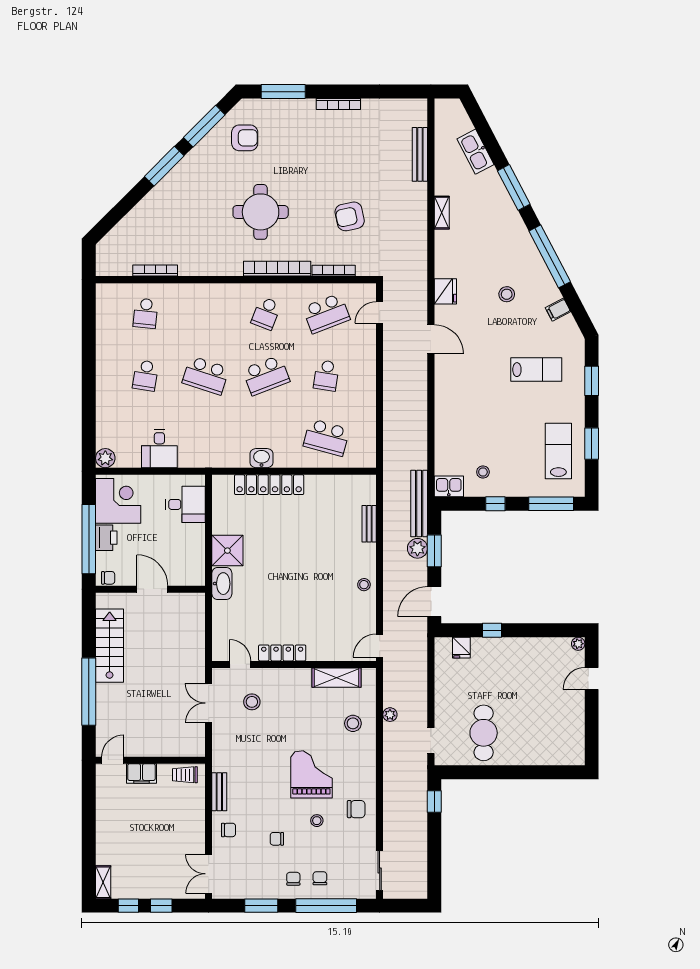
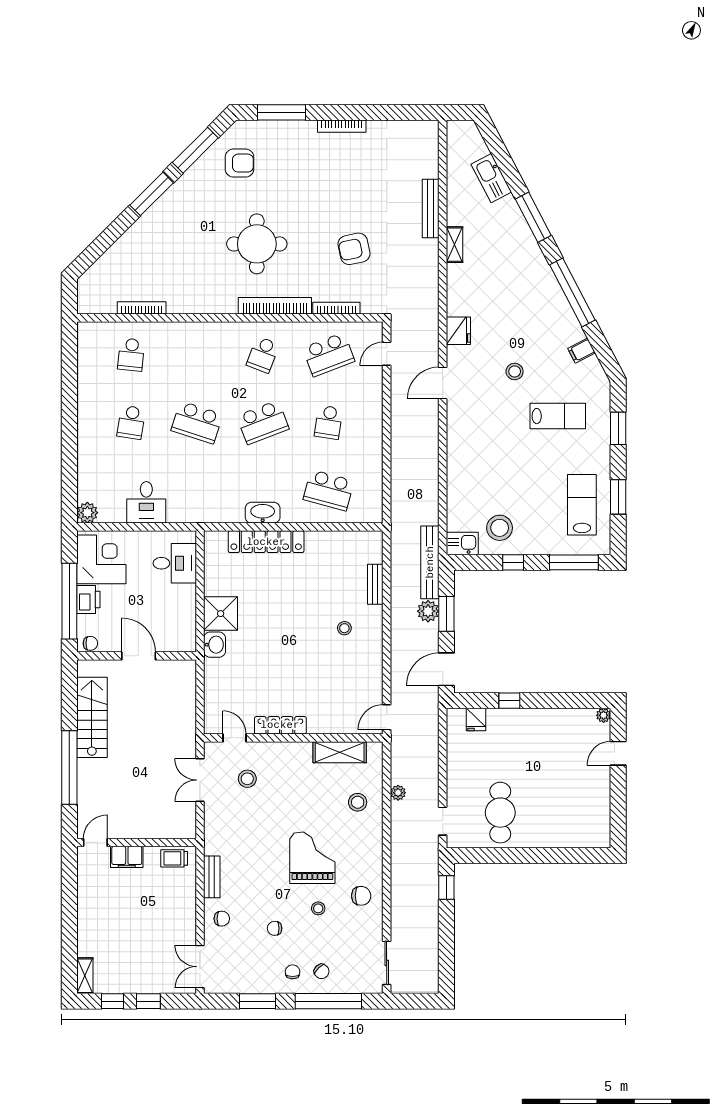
bench: (420, 154) -> (431, 208), moved
stool: (507, 294) -> (515, 371), moved
door: (431, 339) -> (443, 383), swing flipped
washbasin: (262, 458) -> (263, 513), width x1.38
stool: (483, 472) -> (500, 528), width x1.89, depth x1.89
washbasin: (222, 584) -> (215, 645), width x0.72
stool: (364, 585) -> (344, 628), moved
chair: (320, 878) -> (322, 971), turned 136

